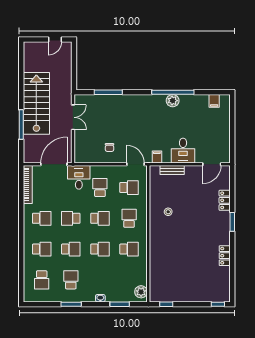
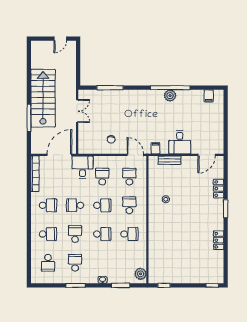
school desk: (129, 188) -> (129, 177), turned -90
school desk: (71, 249) -> (75, 234), turned -90

